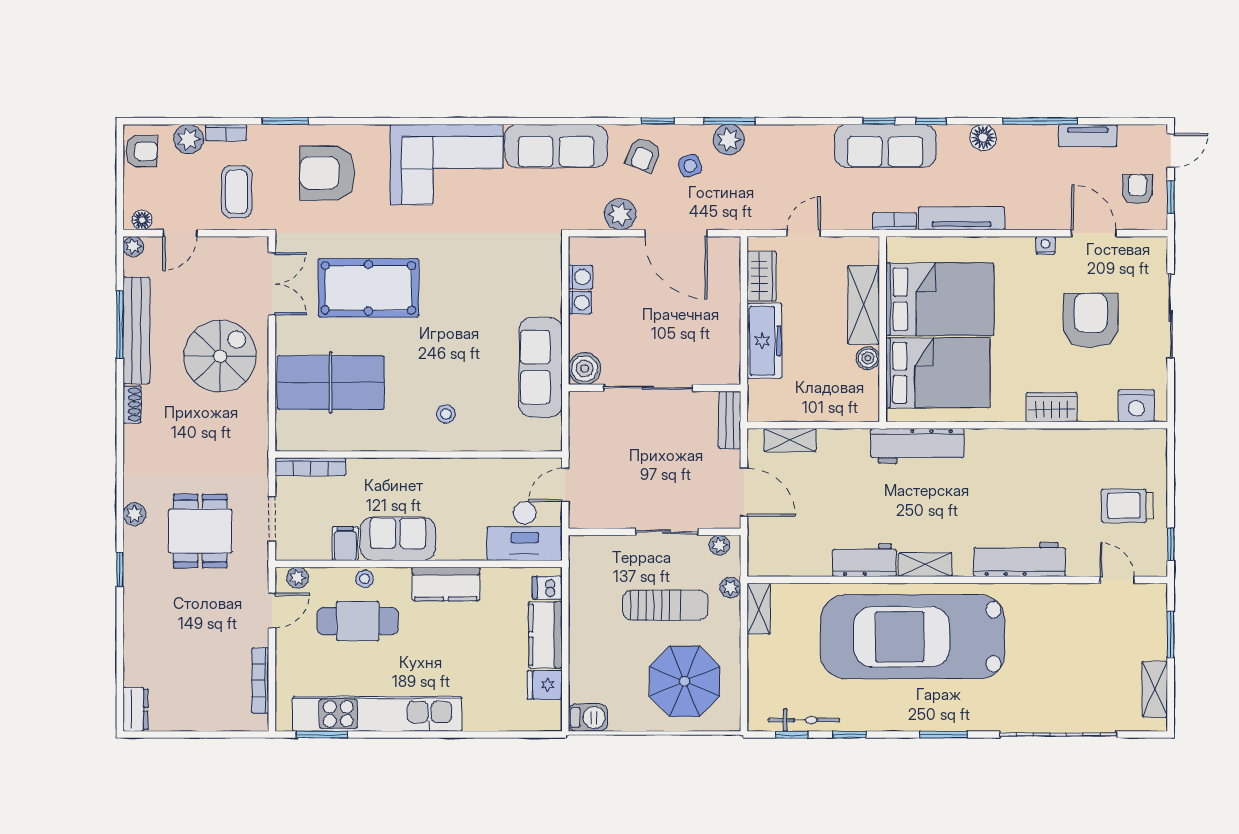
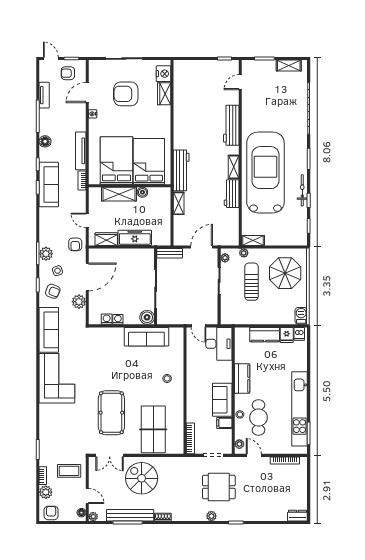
armchair: (327, 173) -> (75, 244), moved, width x0.53, depth x0.53
double door: (272, 284) -> (110, 455), swing flipped
wardrobe: (1052, 407) -> (164, 94), moved
shelving: (790, 440) -> (179, 203), moved
trolley: (1127, 506) -> (208, 78), removed
dishwasher: (547, 588) -> (299, 334), moved
car: (913, 637) -> (265, 172), turned 180
bicycle: (804, 720) -> (302, 190), moved

